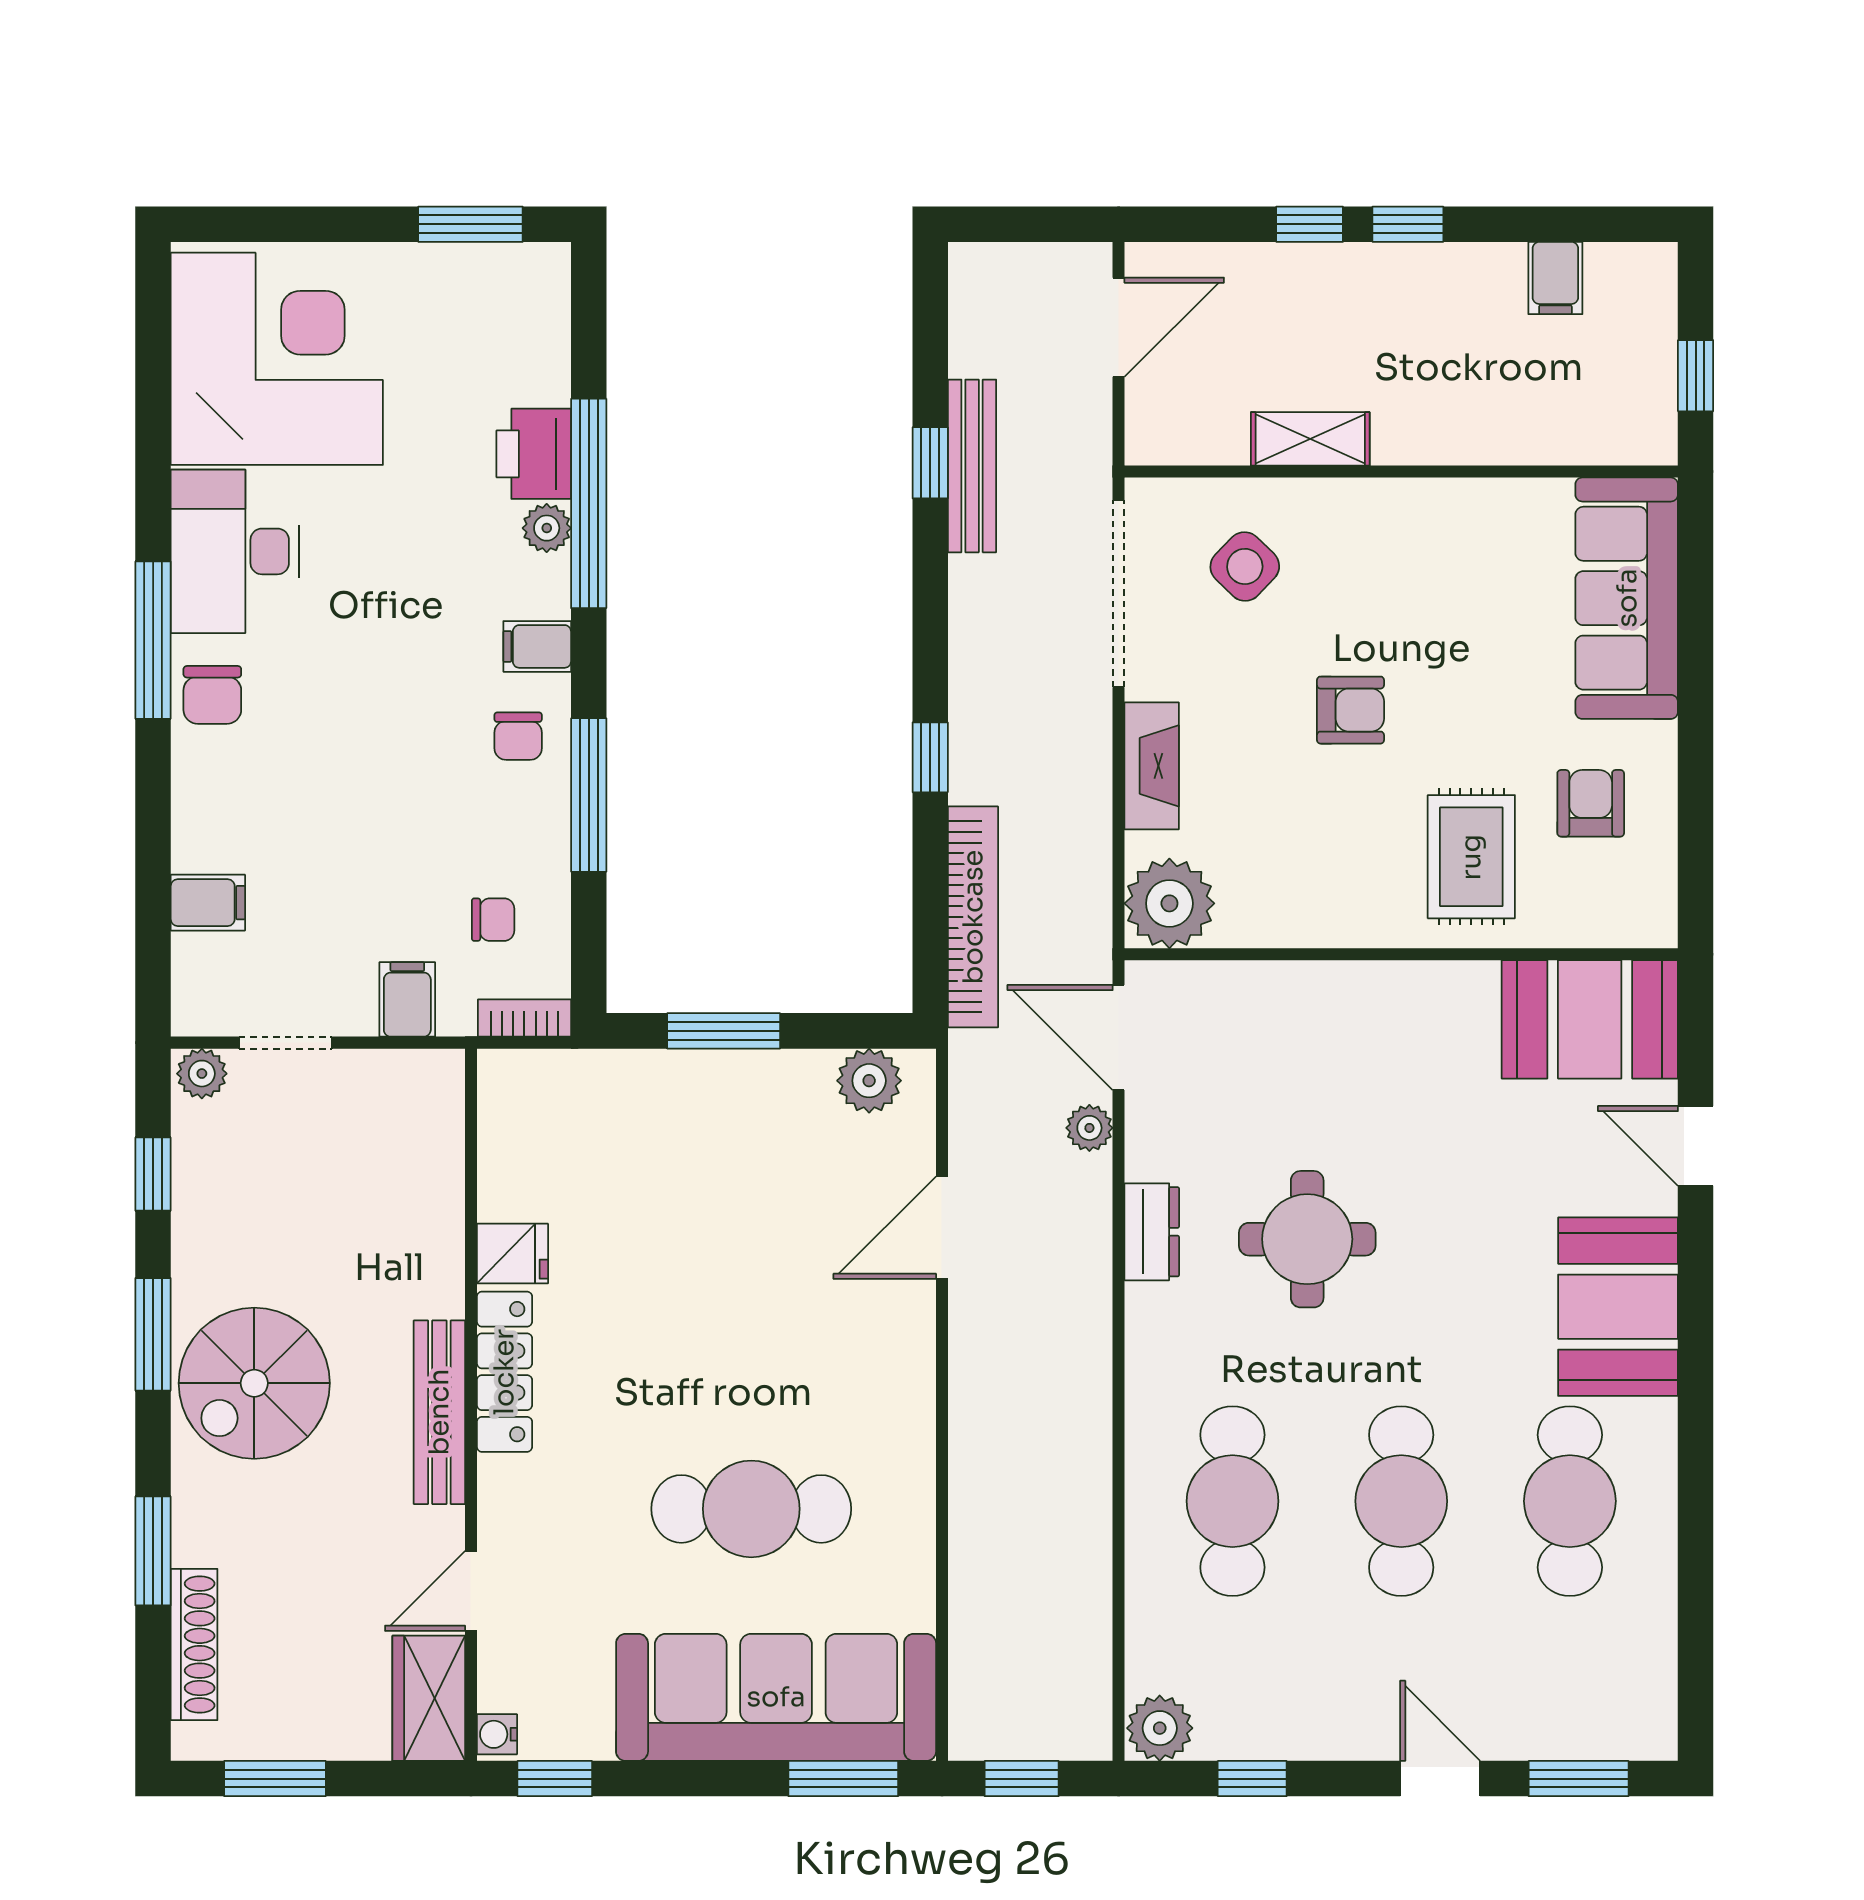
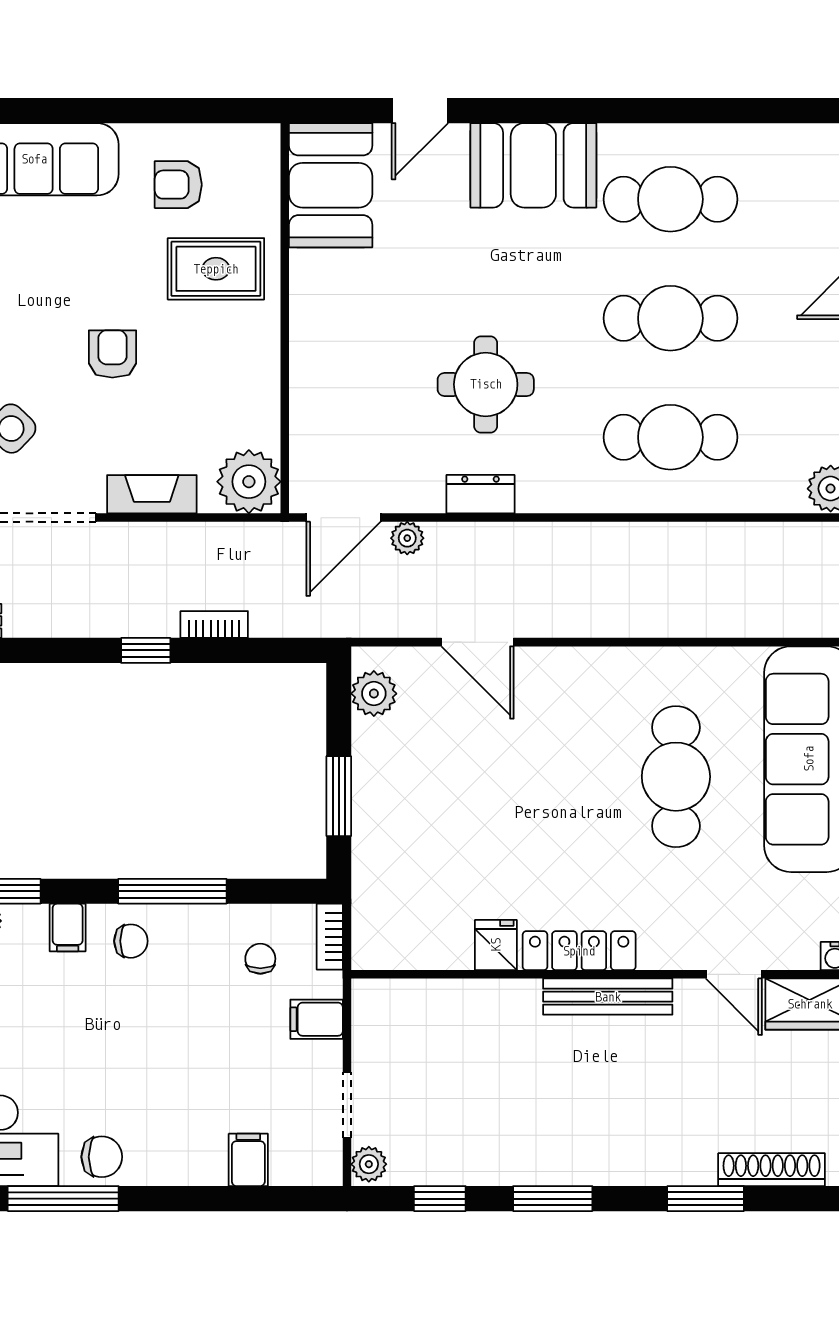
bookcase: (973, 917) -> (214, 624), width x0.43, depth x0.76
spiral stairs: (254, 1383) -> (587, 1127), removed

